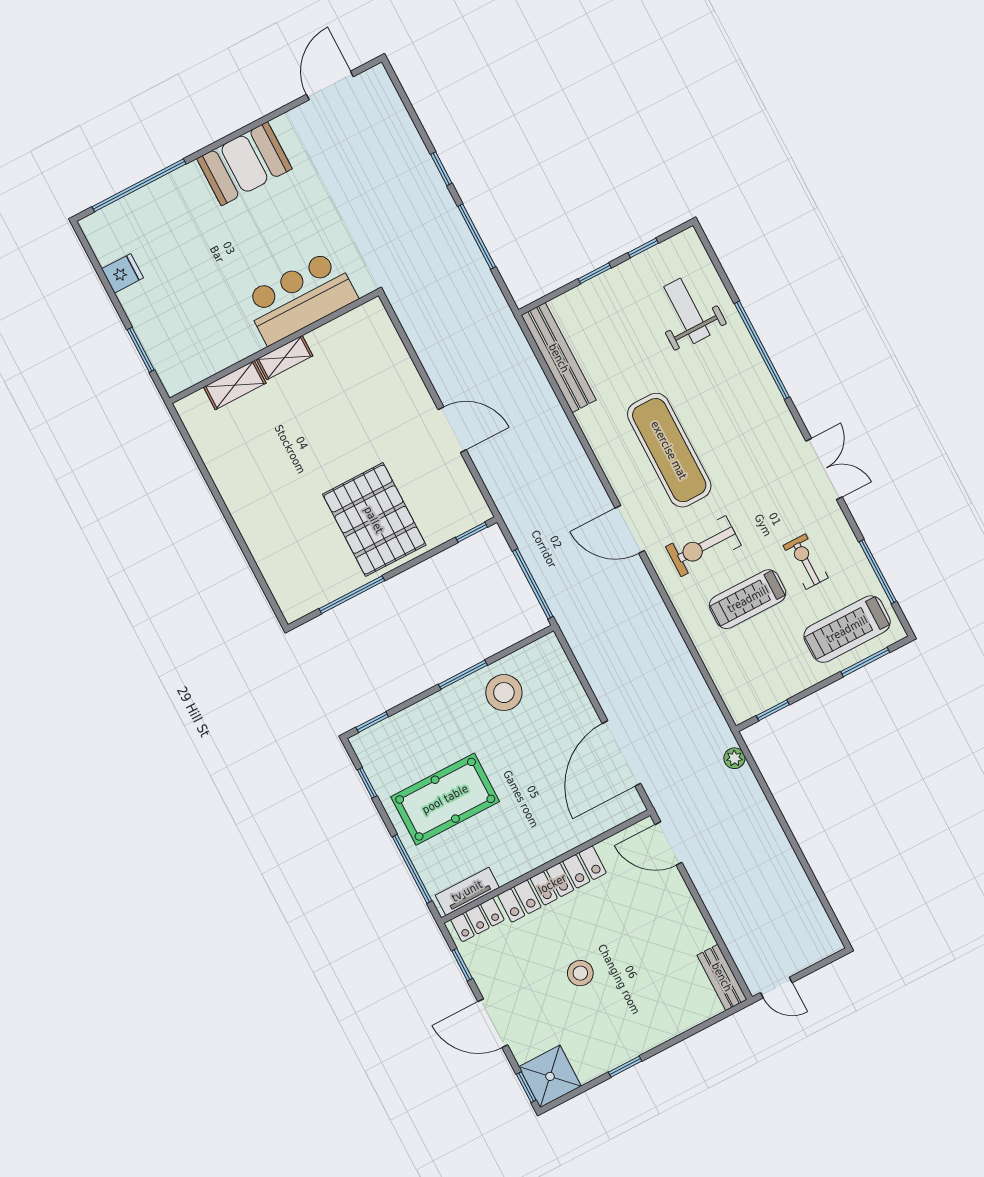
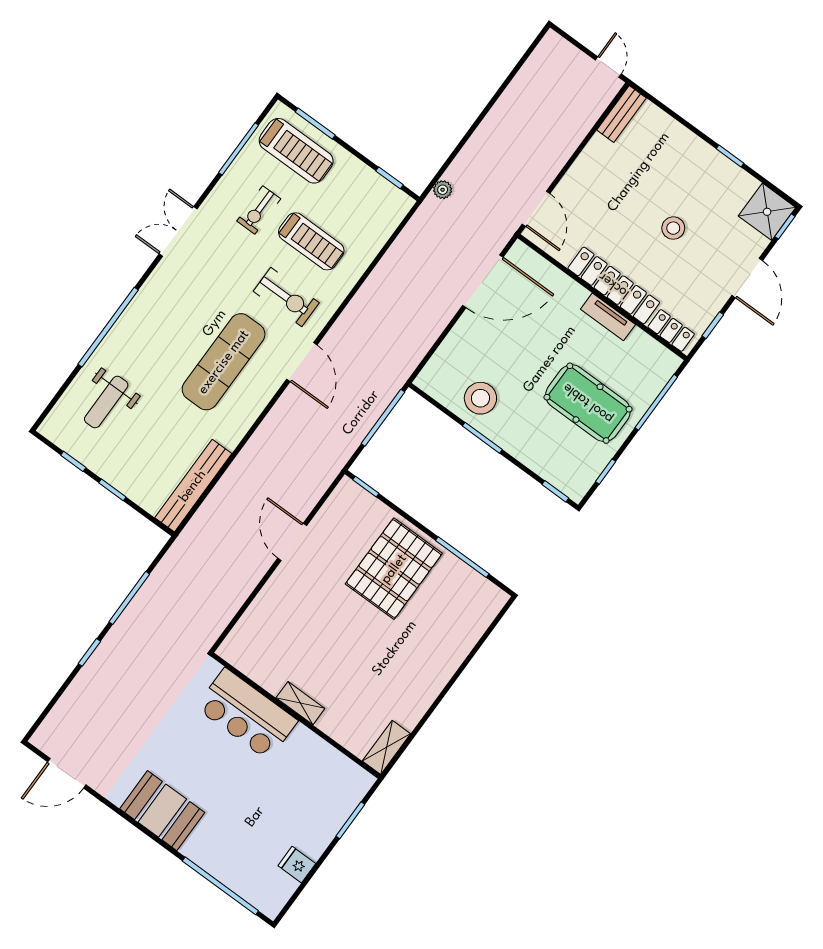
shelving: (235, 385) -> (386, 747), moved, turned 90
tv unit: (467, 891) -> (608, 317), moved

